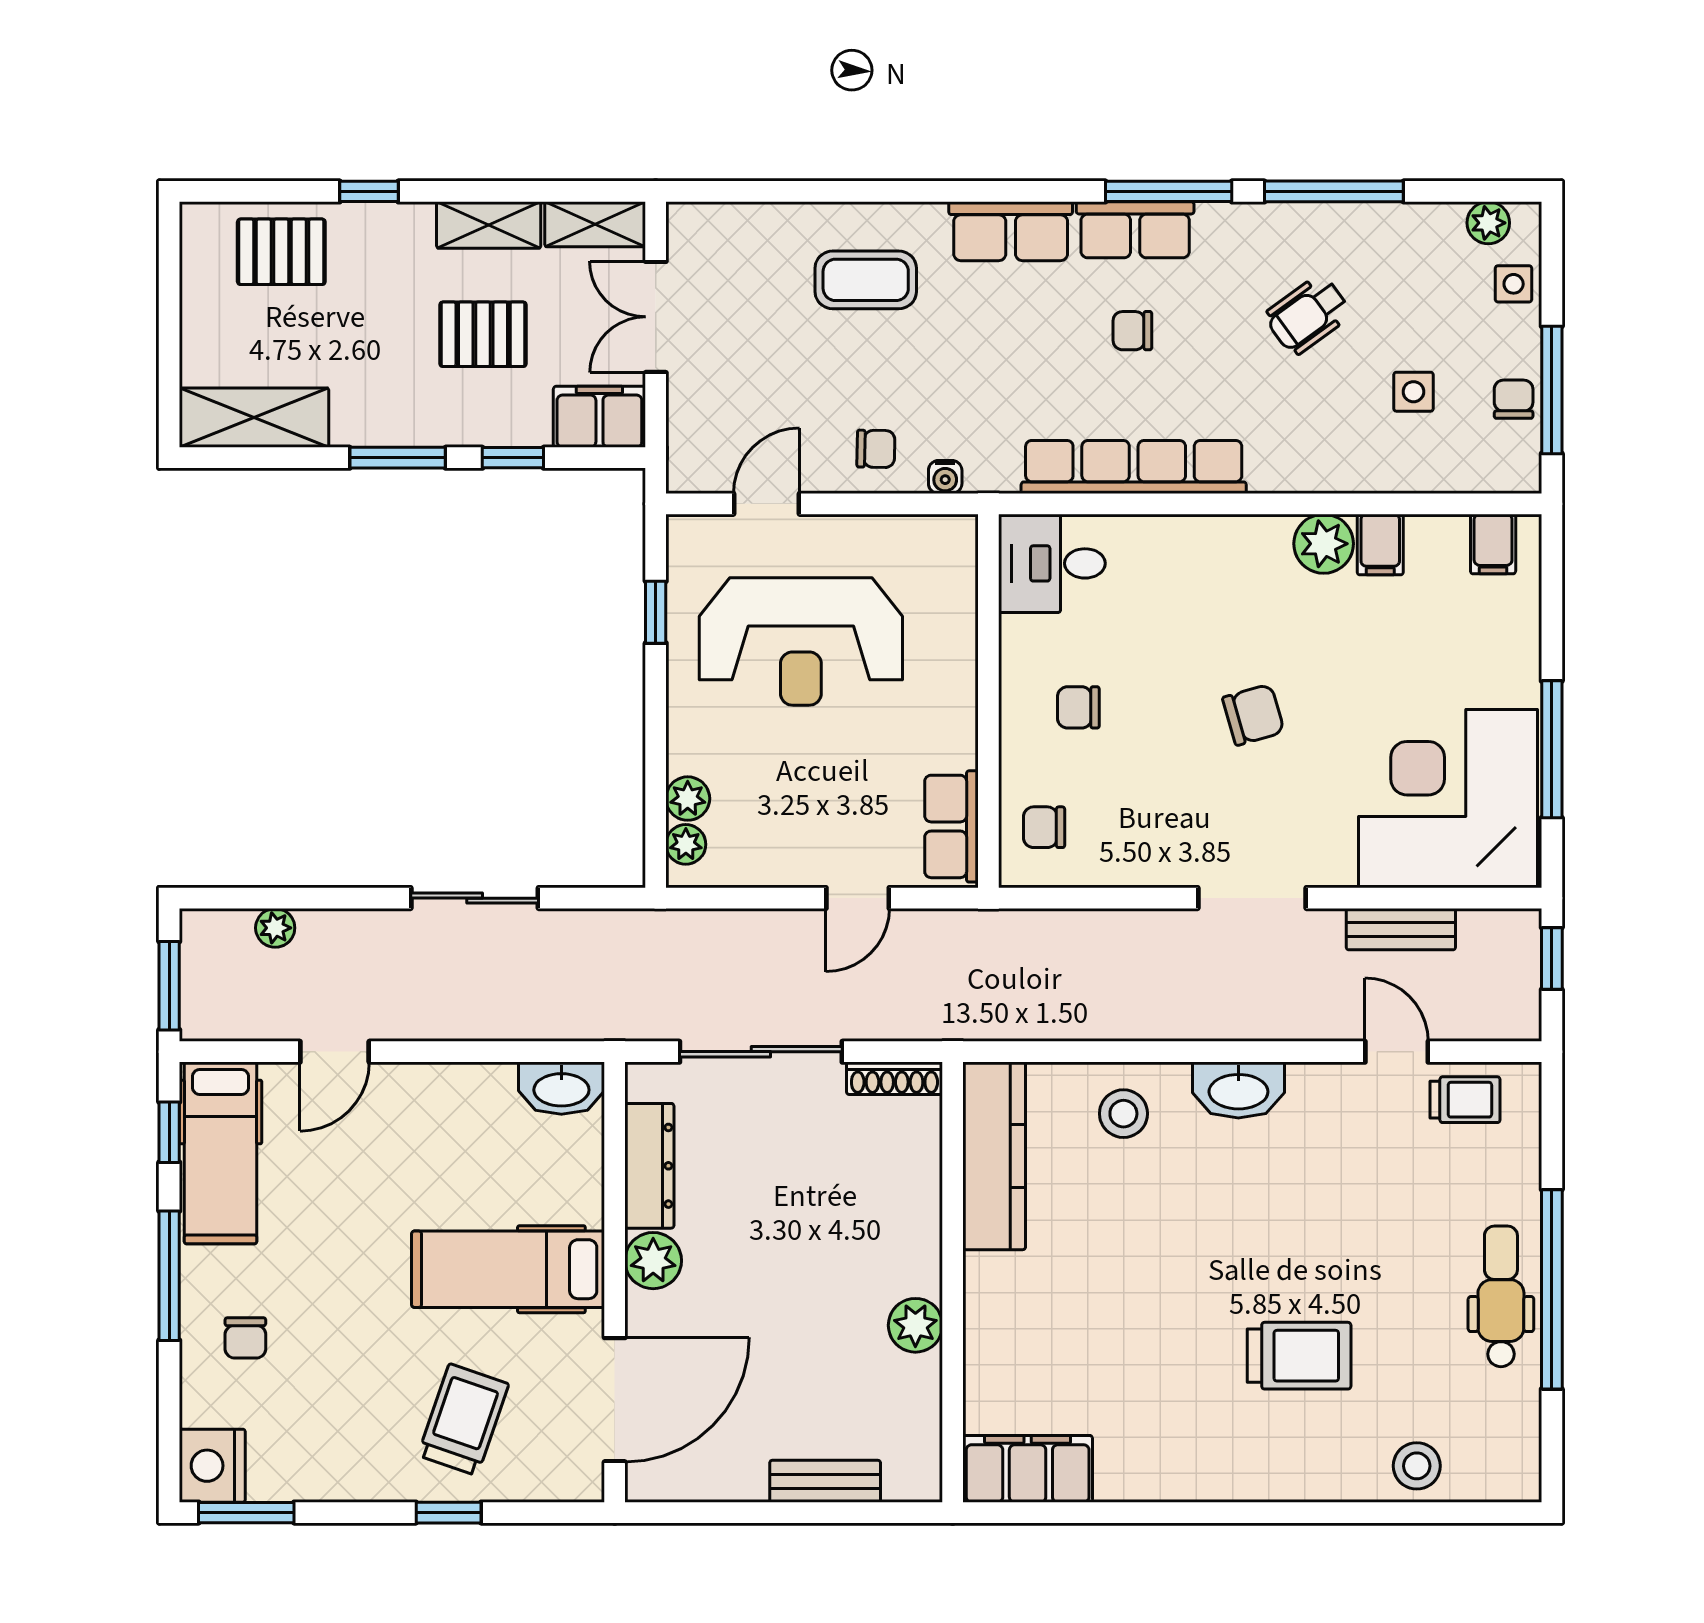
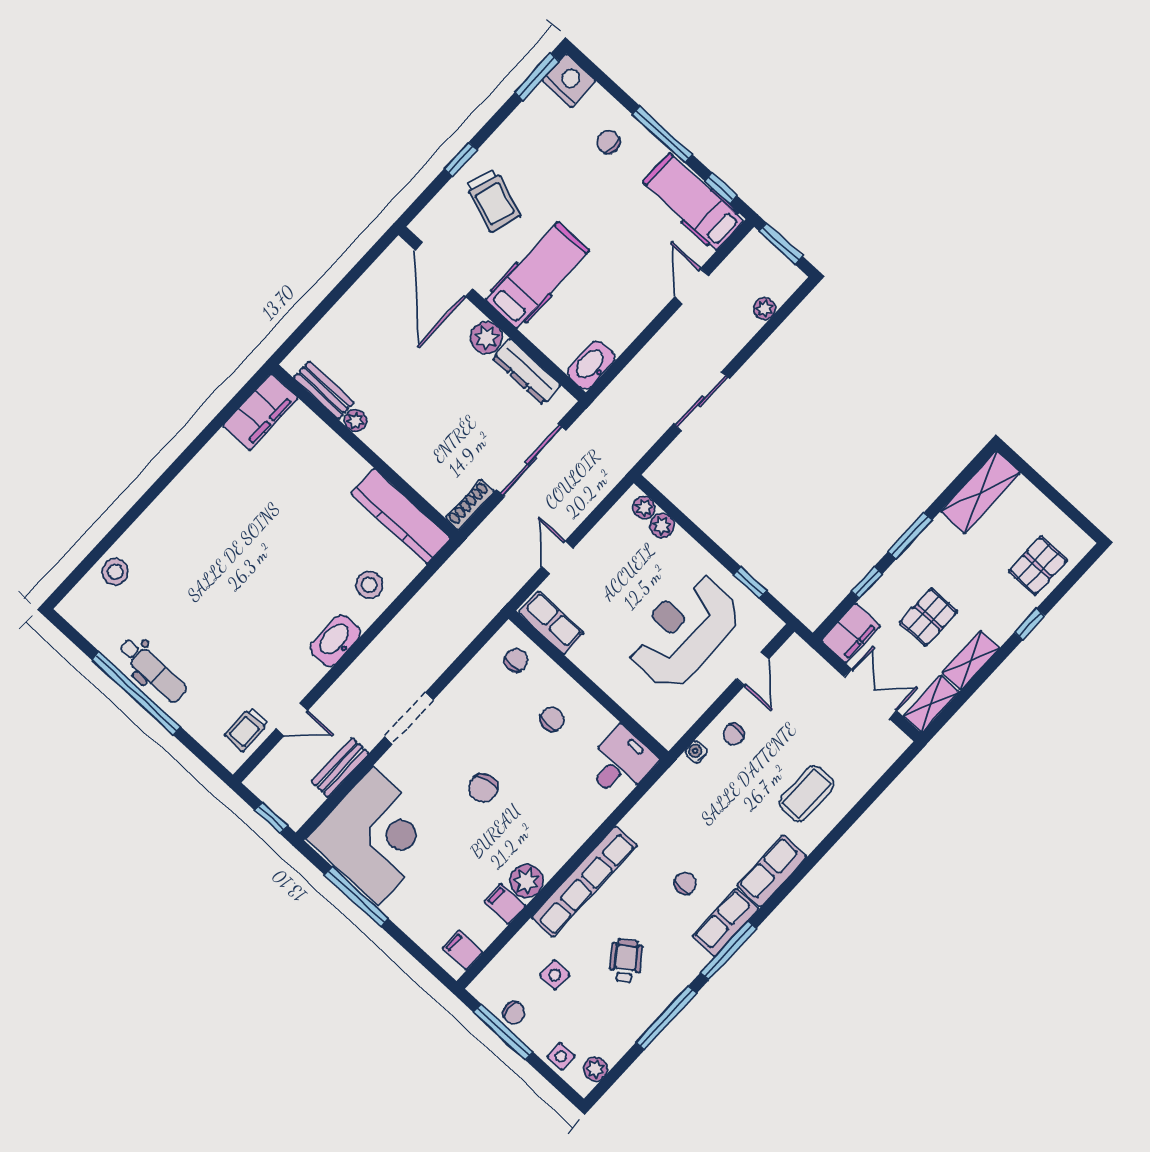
row of seats: (1134, 467) -> (584, 882), moved
plant: (915, 1325) -> (355, 420), width x0.73, depth x0.73
trolley: (1299, 1356) -> (204, 565), removed
bench: (825, 1481) -> (324, 390), moved, turned 90

